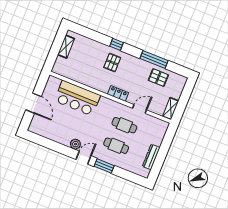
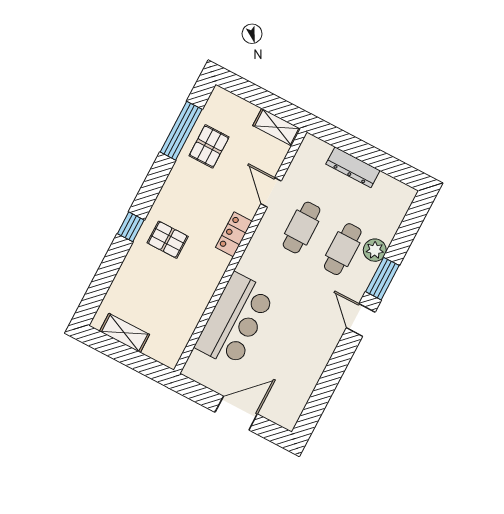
window: (154, 59) -> (181, 131), moved
plant: (75, 144) -> (375, 250), moved
dresser: (151, 157) -> (353, 167), moved

